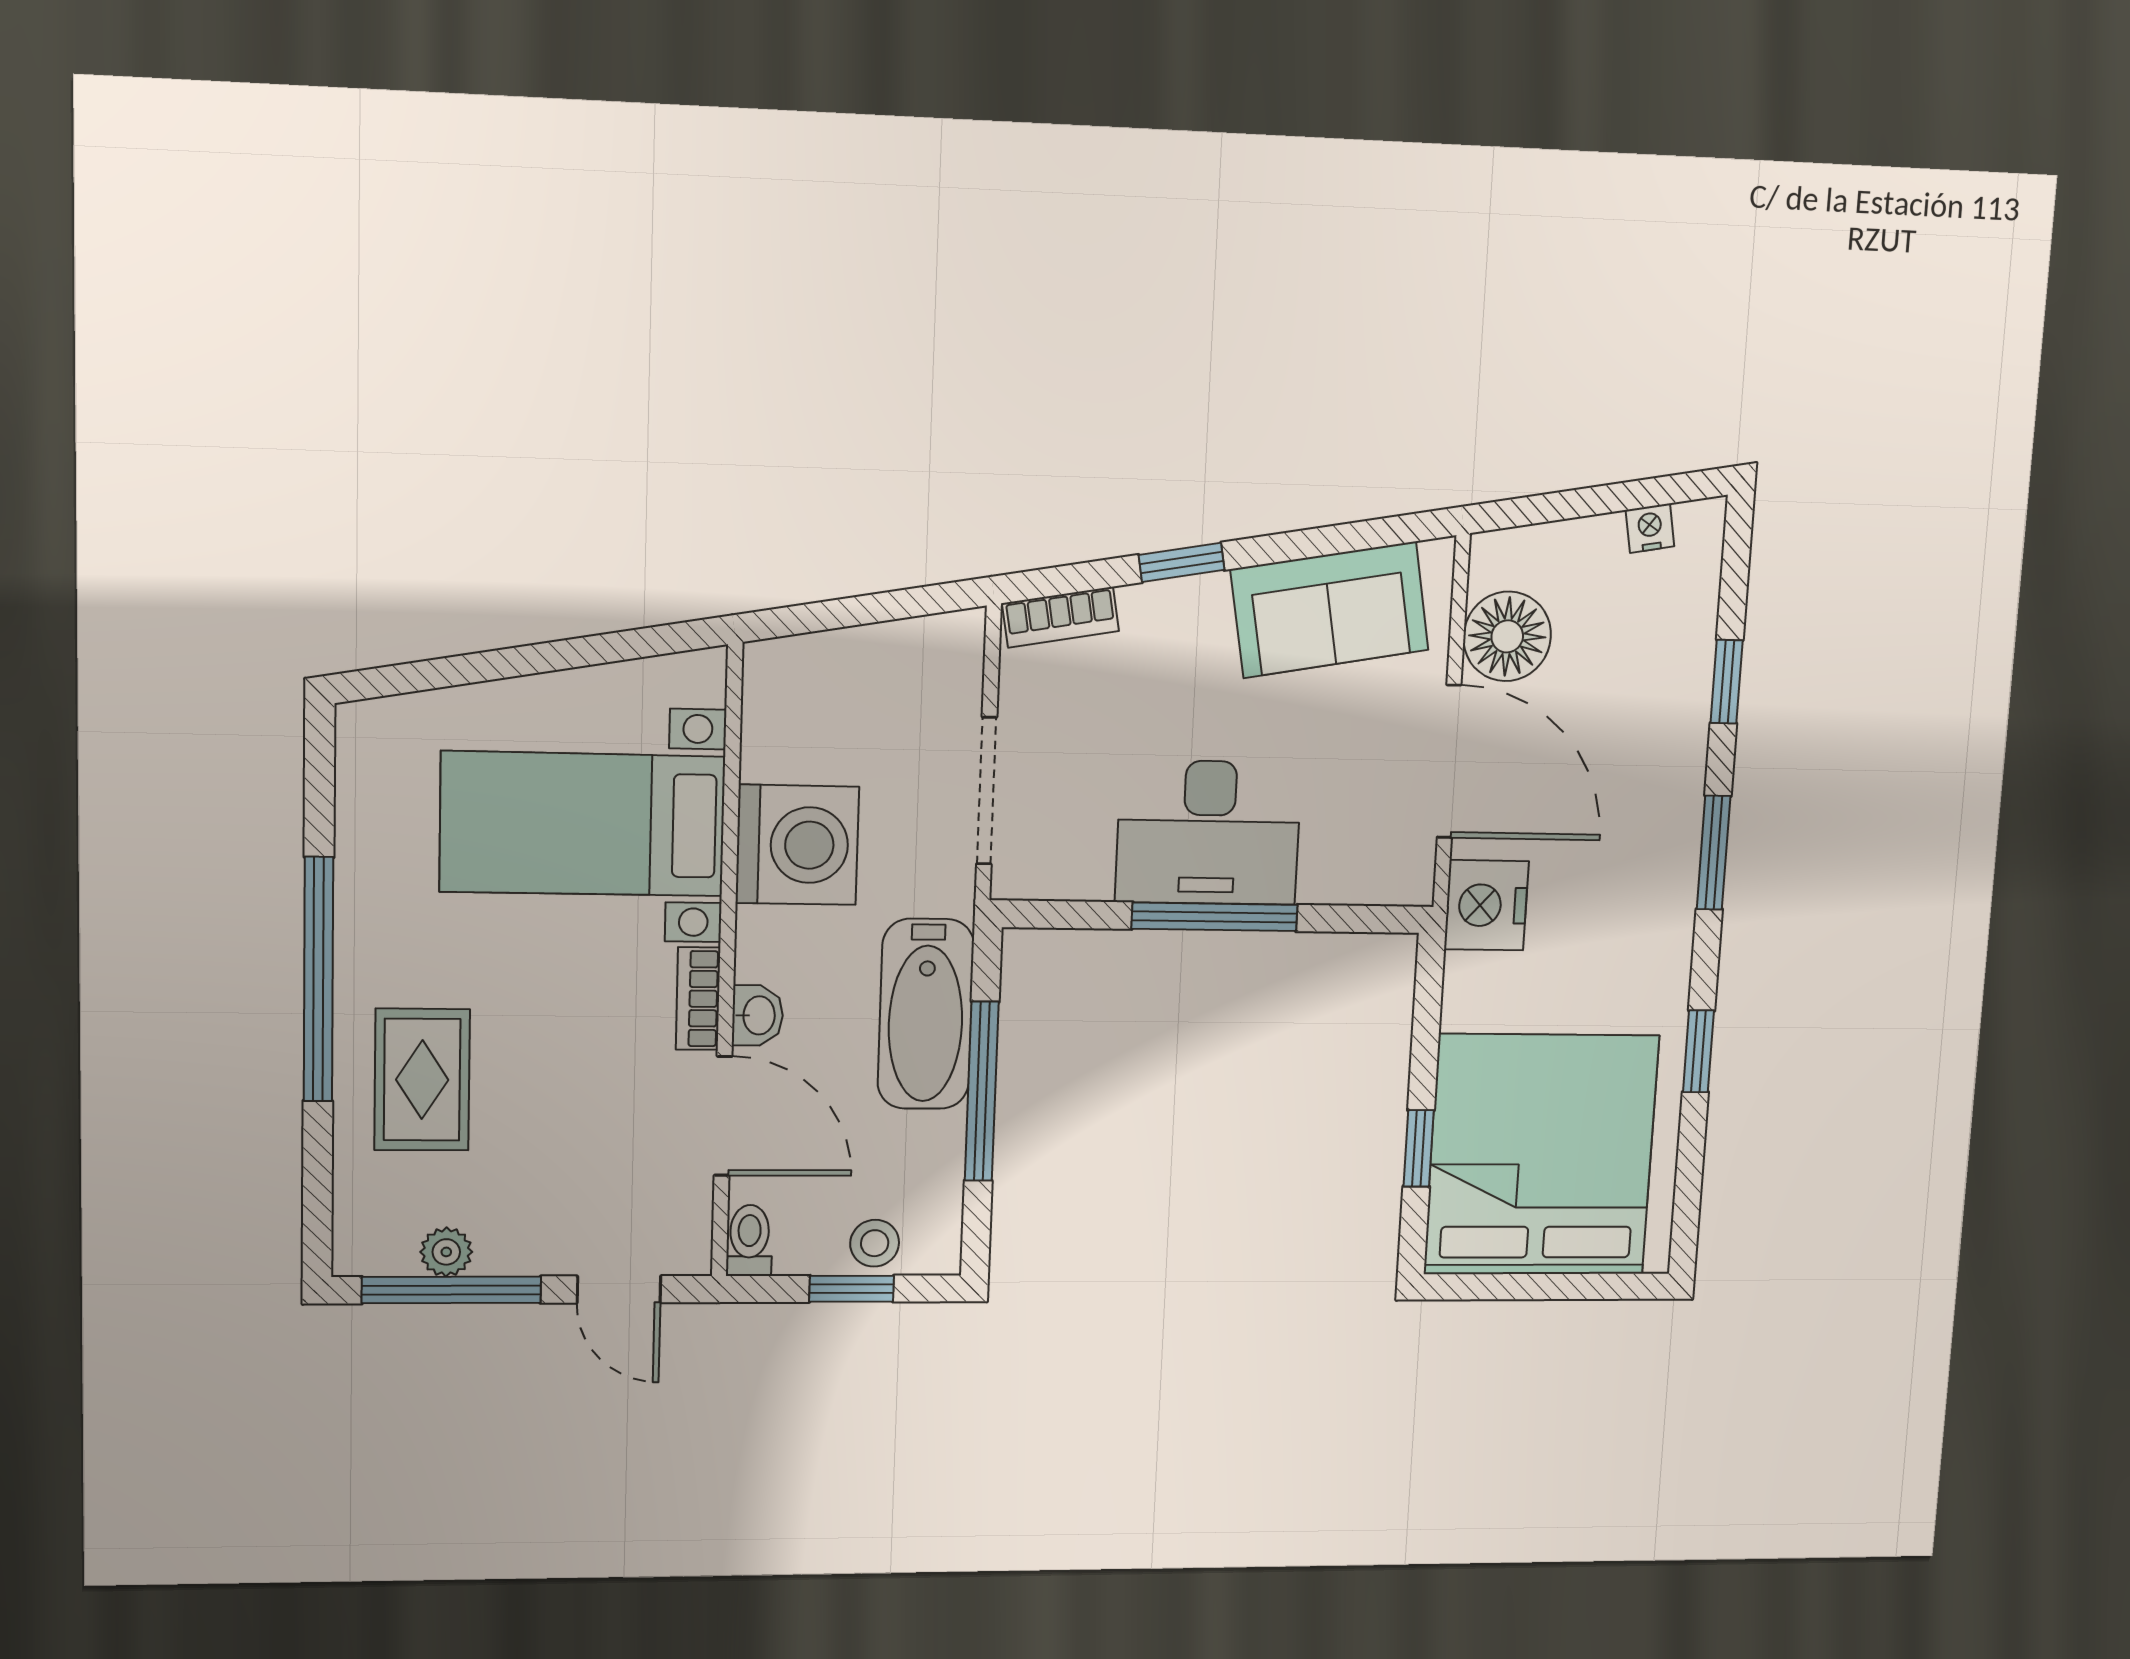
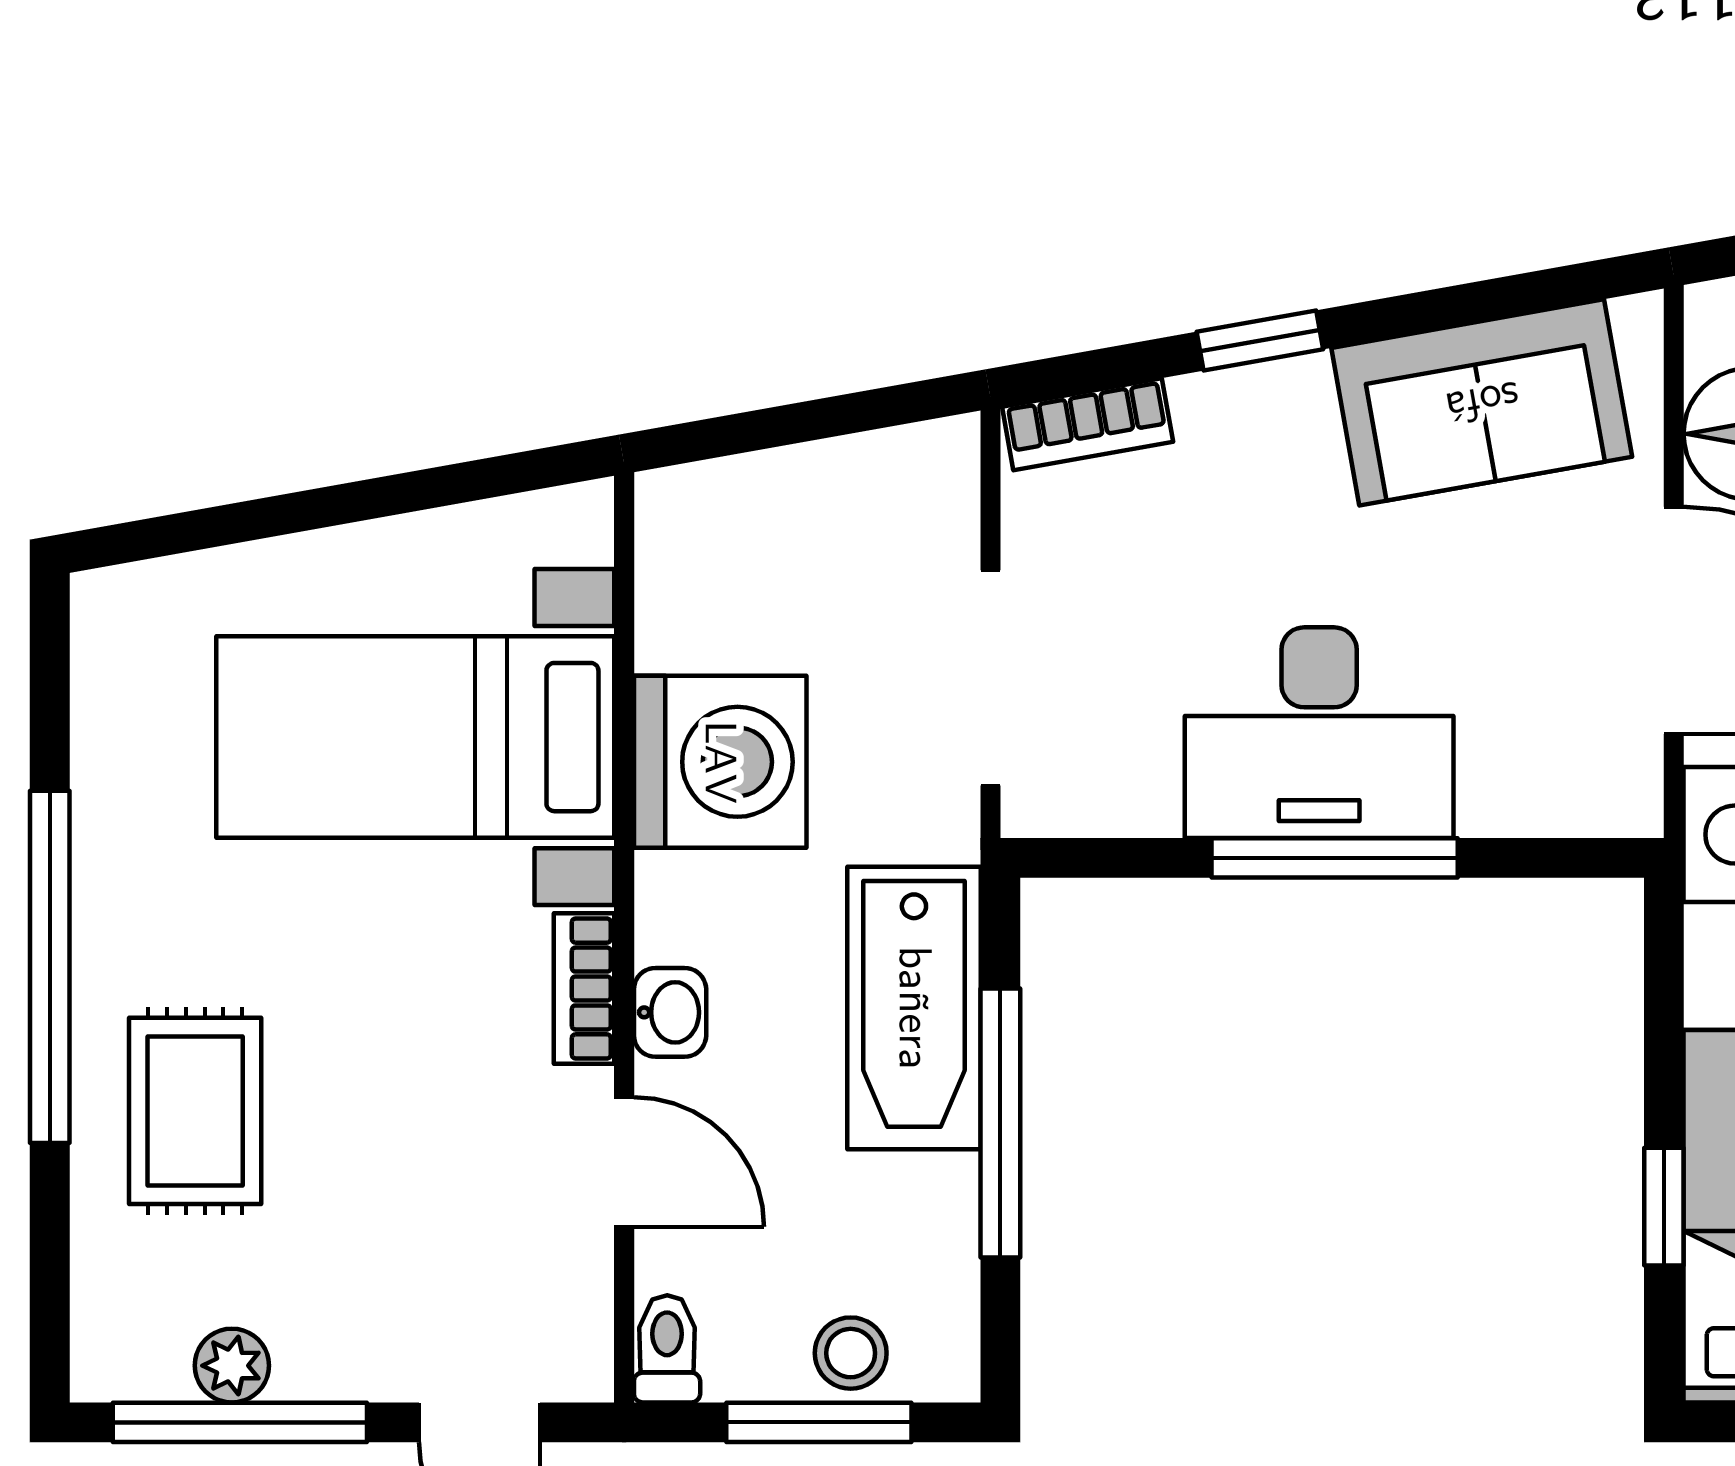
door: (723, 1116) -> (624, 1162), width x0.73
window: (852, 1289) -> (819, 1422), width x1.50

